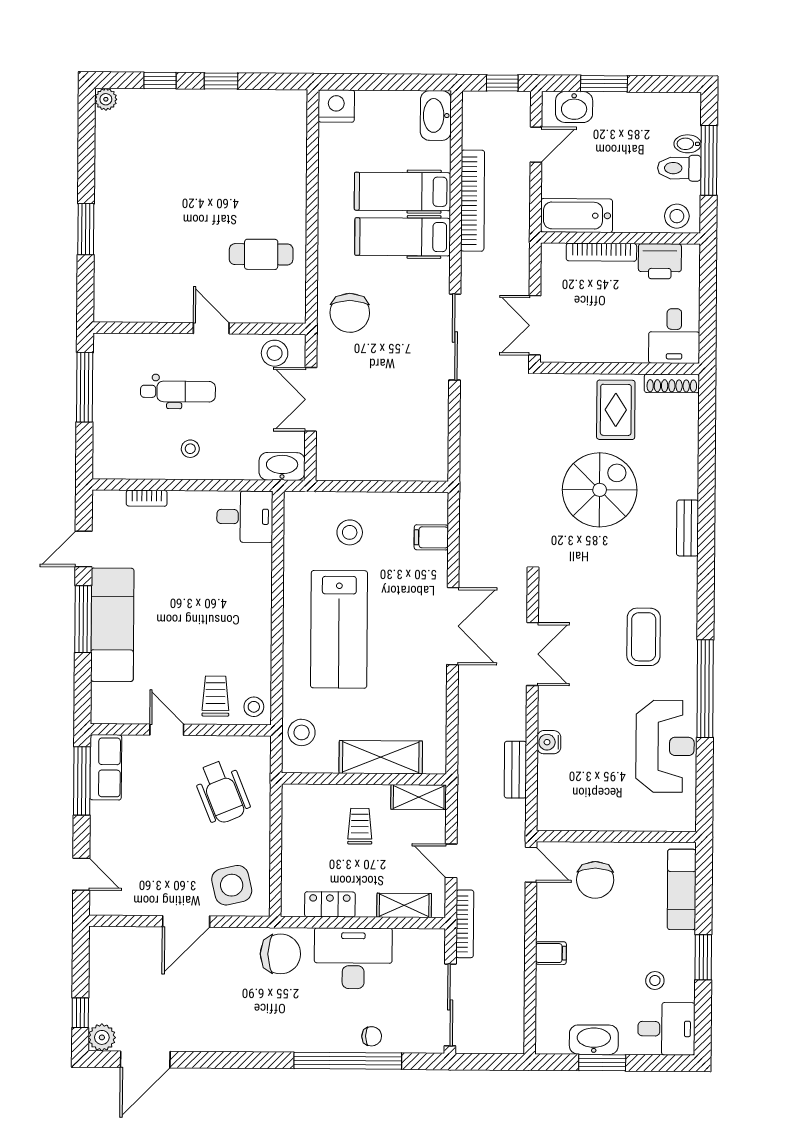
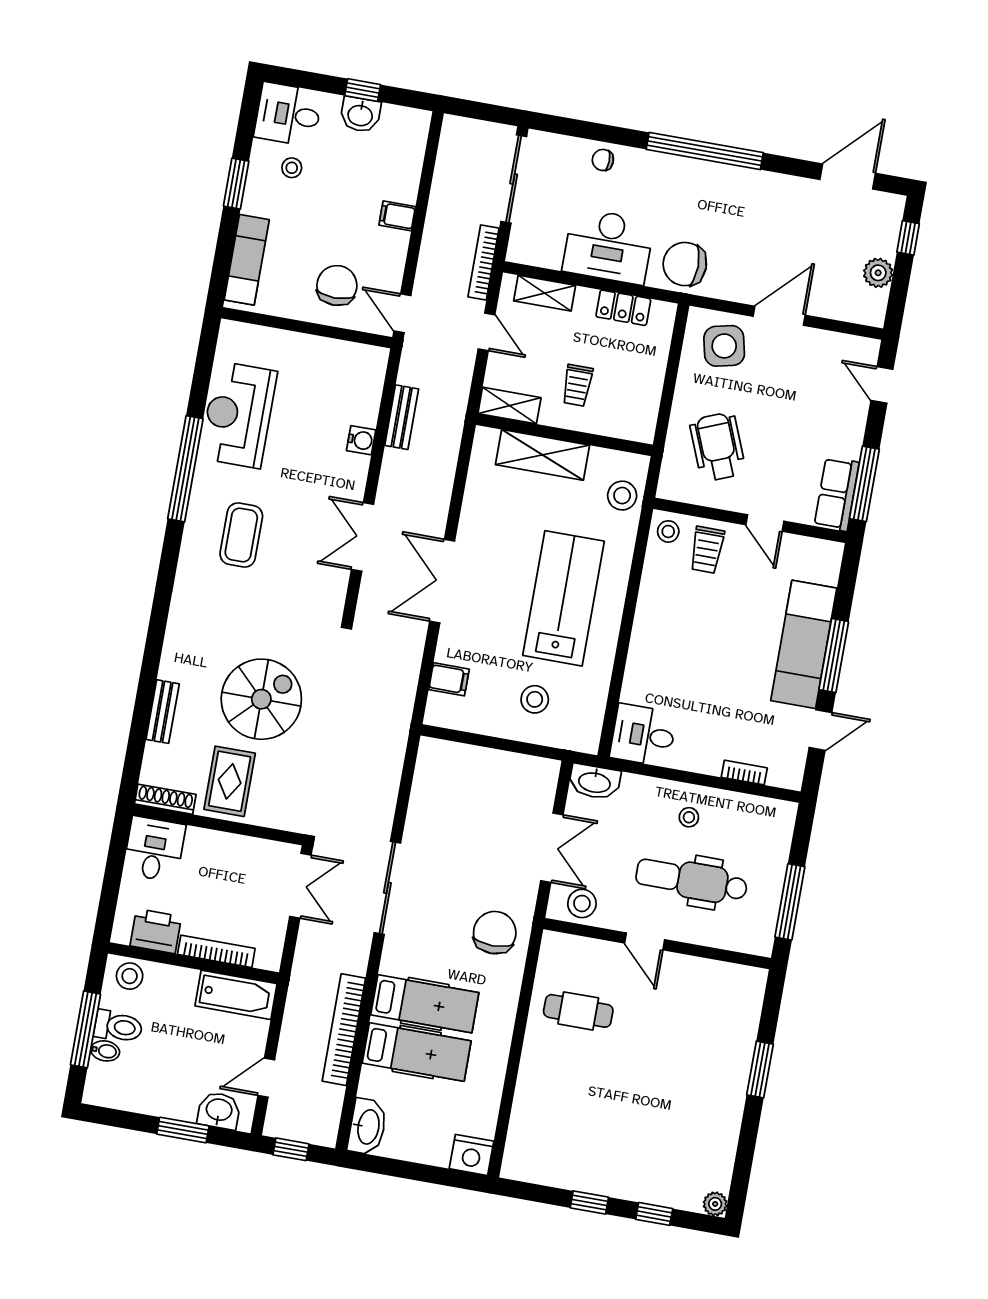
dental chair: (178, 391) -> (692, 880), width x1.36, depth x1.38
spiral stairs: (600, 490) -> (261, 699), turned 180
bench: (688, 528) -> (163, 712), moved
plant: (102, 1037) -> (878, 273), moved
washbasin: (594, 1040) -> (360, 115), width x0.72
window: (348, 1061) -> (705, 151), moved
window: (602, 1063) -> (363, 90), width x0.67

